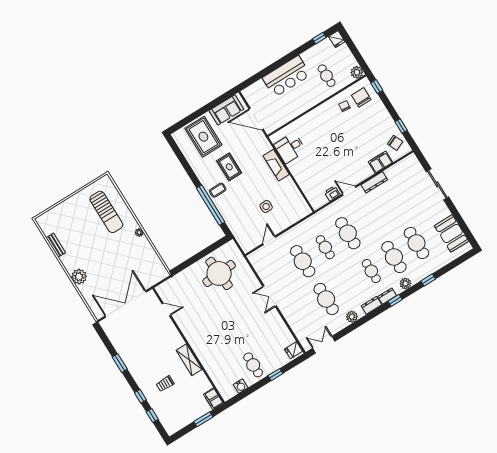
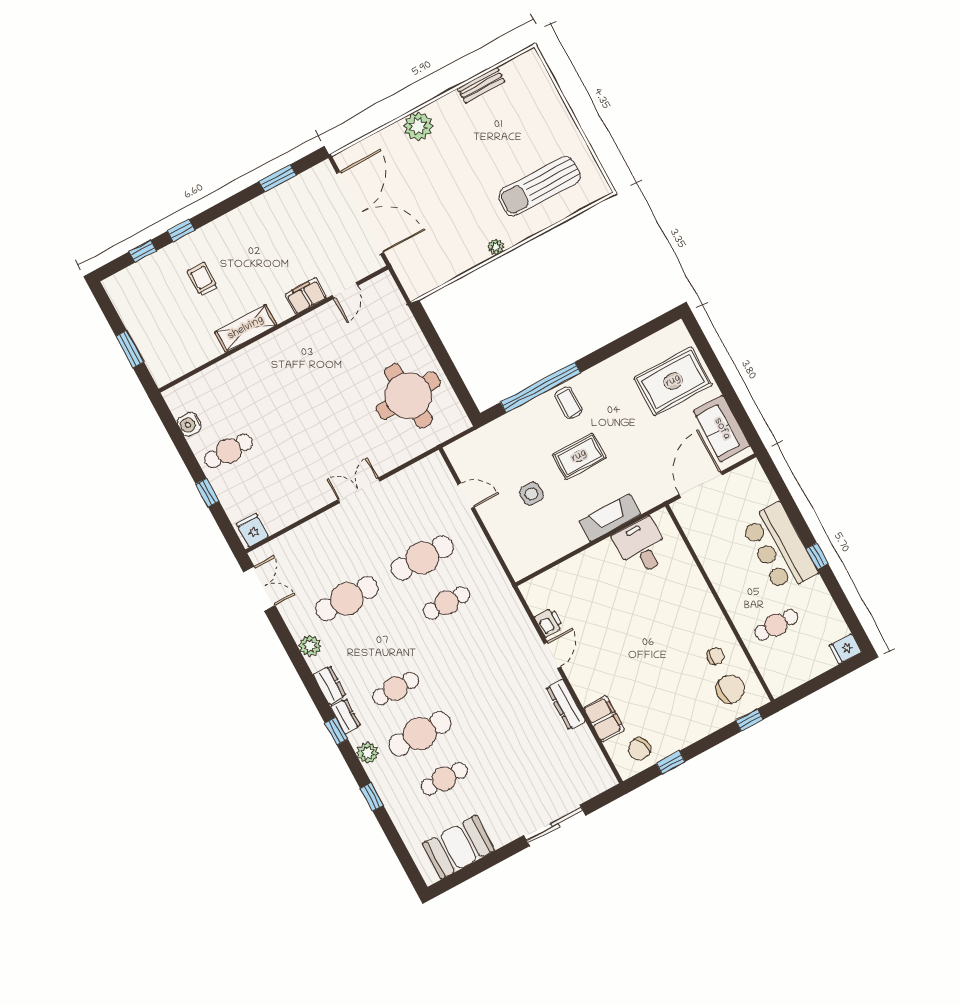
window: (319, 38) -> (817, 556), moved
plant: (357, 72) -> (779, 684), removed
rug: (229, 167) -> (579, 456), moved
cafe table: (348, 233) -> (471, 648), removed
cafe table: (416, 243) -> (444, 779), width x0.73, depth x0.74
window: (120, 363) -> (278, 178), moved
filing cabinet: (213, 399) -> (306, 296), moved

